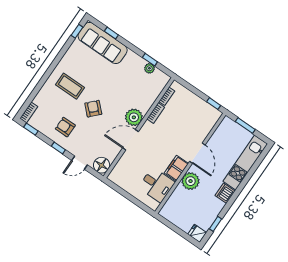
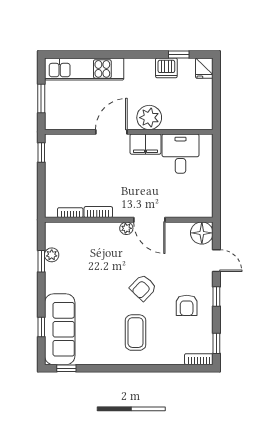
plant: (134, 117) -> (126, 228), width x0.53, depth x0.53
dishwasher: (225, 193) -> (166, 68), moved

